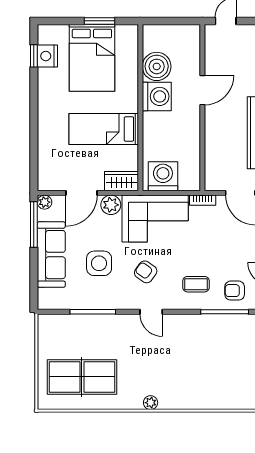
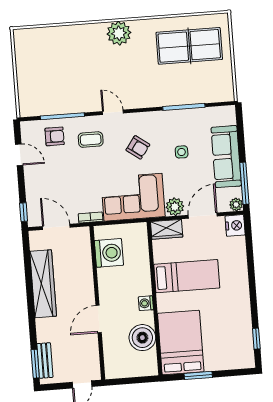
nightstand: (47, 56) -> (235, 225), moved
bed: (92, 58) -> (181, 343), moved
washing machine: (157, 96) -> (146, 303), width x0.53, depth x0.53
washing machine: (163, 176) -> (109, 253), moved, turned -90
side table: (99, 263) -> (182, 152), width x0.54, depth x0.54
door: (151, 312) -> (113, 112), moved
plant: (151, 403) -> (119, 33), width x1.88, depth x1.88

